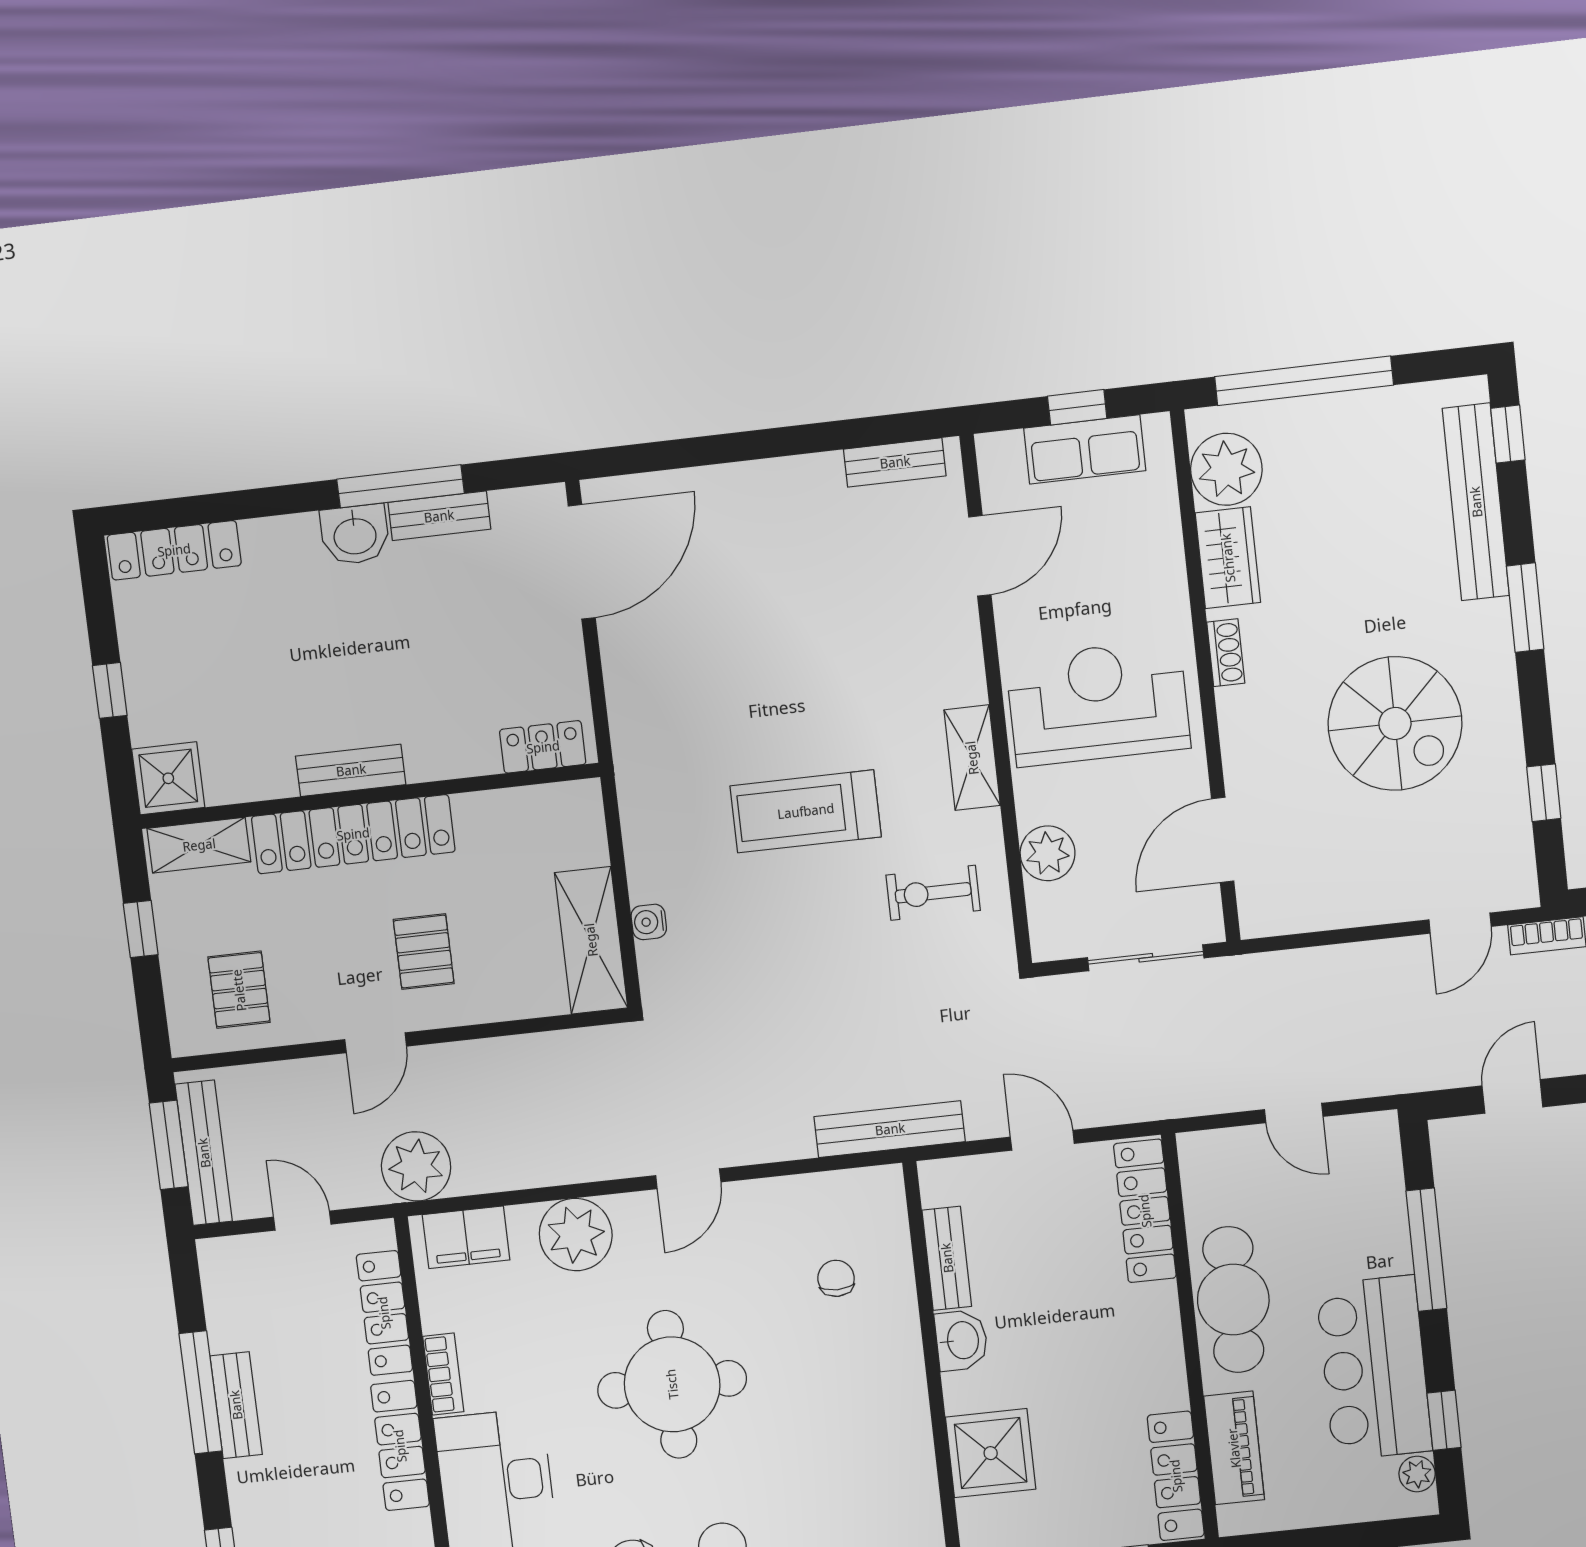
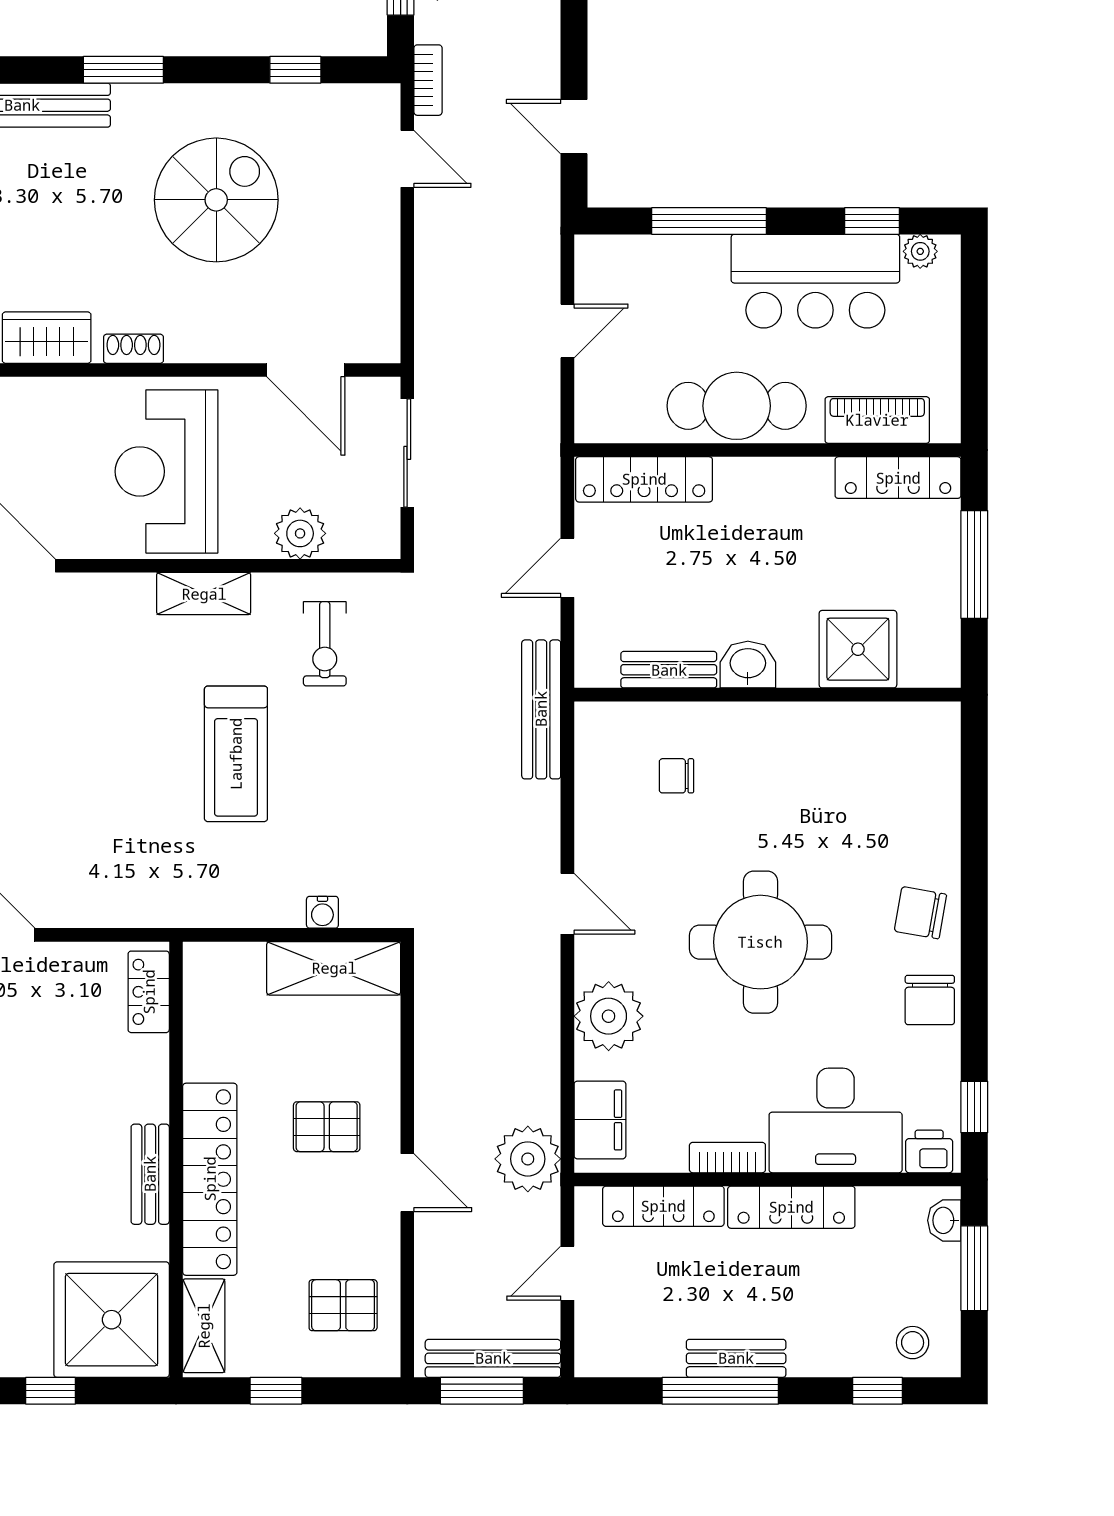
shower: (168, 778) -> (112, 1320), width x1.86, depth x1.86

